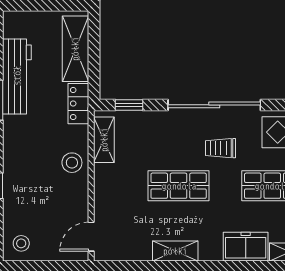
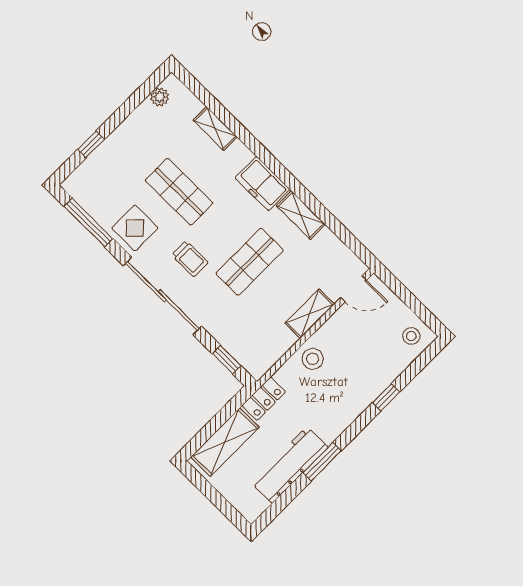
shelving: (104, 140) -> (310, 314), moved
shop shelf: (179, 186) -> (250, 262), turned 90
freezer: (246, 247) -> (263, 184), moved

